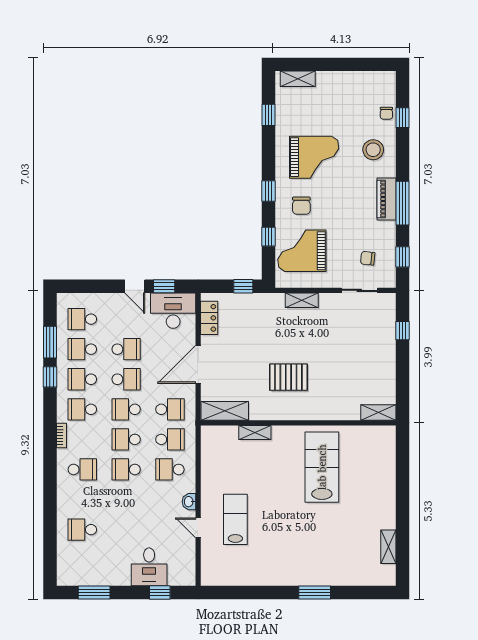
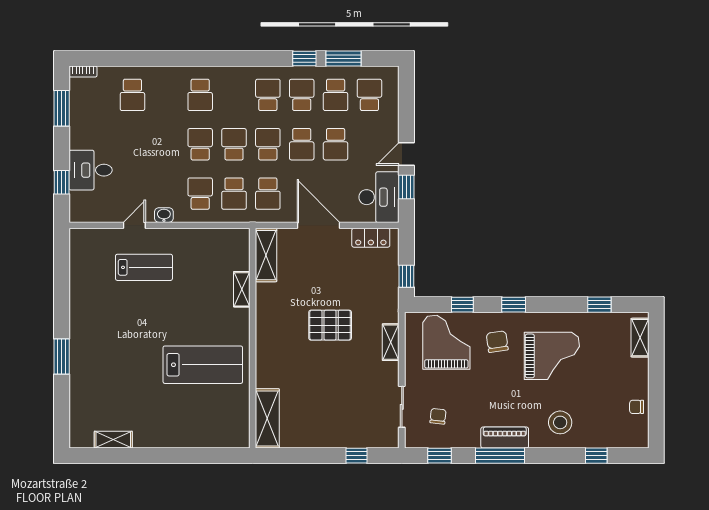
chair: (386, 113) -> (637, 407), moved
grand piano: (314, 157) -> (552, 356), turned -90
chair: (301, 206) -> (497, 342), turned 82
school desk: (82, 349) -> (336, 95), turned 180
pallet: (288, 377) -> (330, 325), moved, turned 90
shelving: (378, 412) -> (267, 418), width x1.50, depth x1.33
bookcase: (62, 436) -> (83, 72), moved
school desk: (82, 530) -> (132, 95), turned 180

